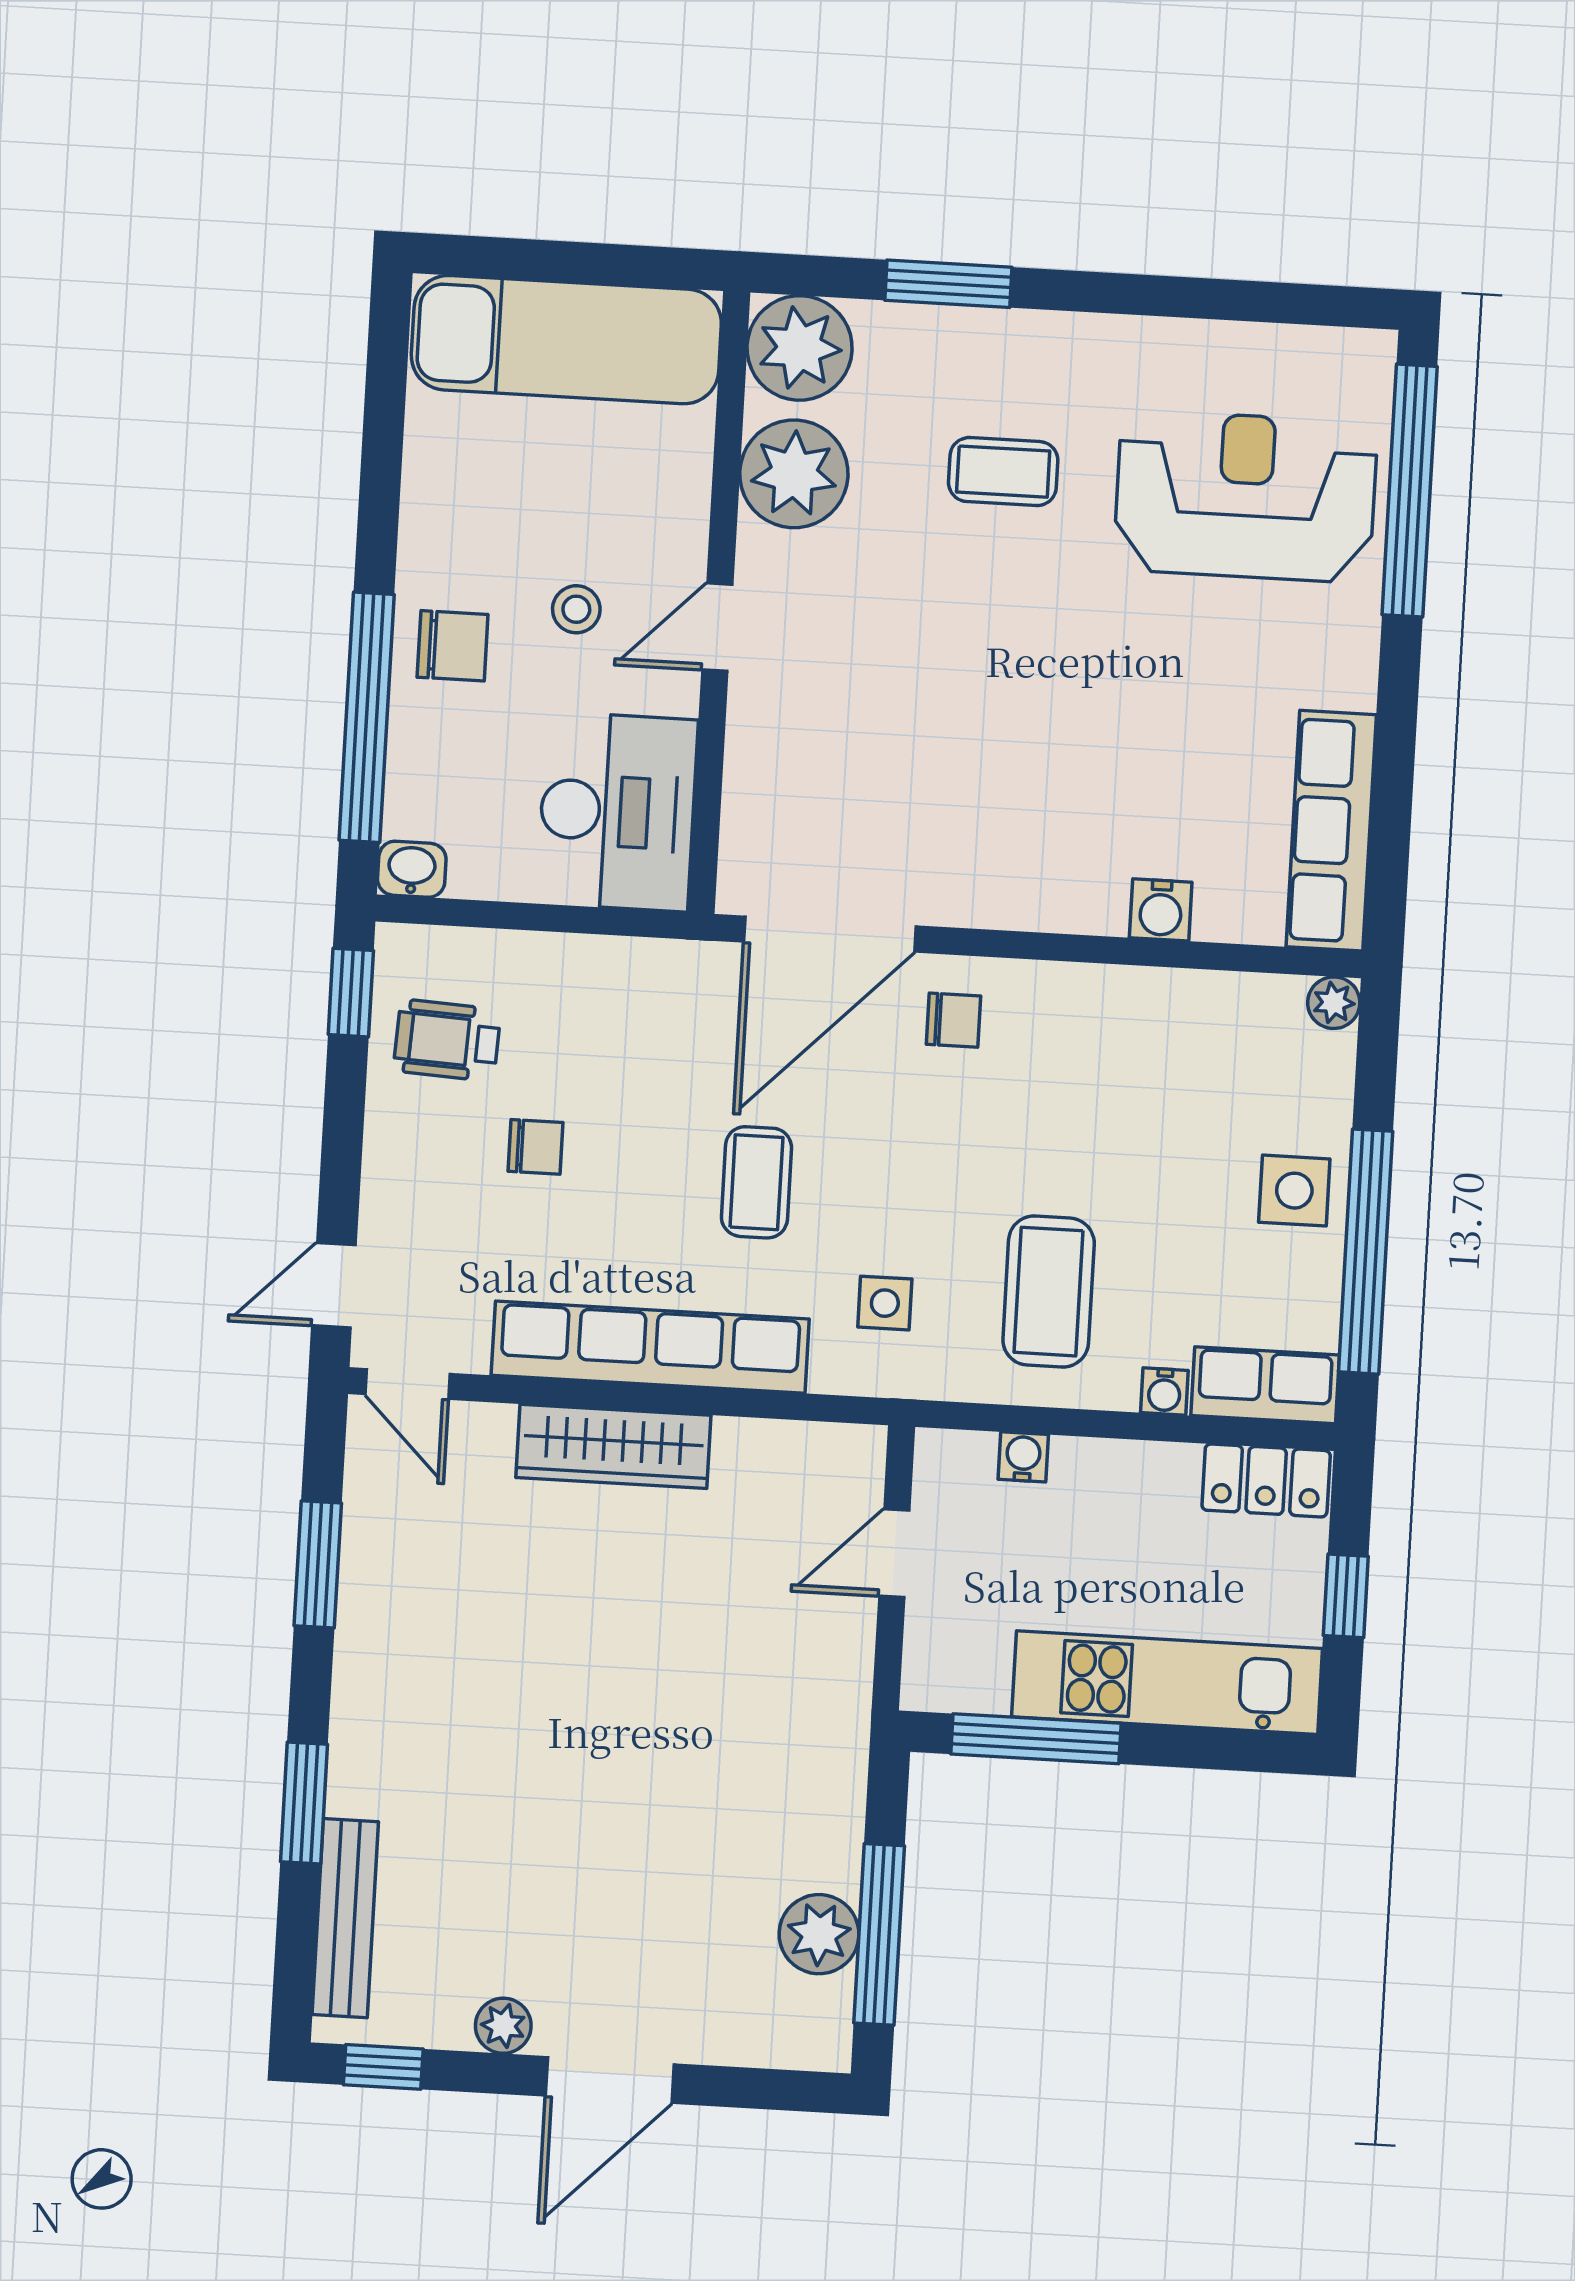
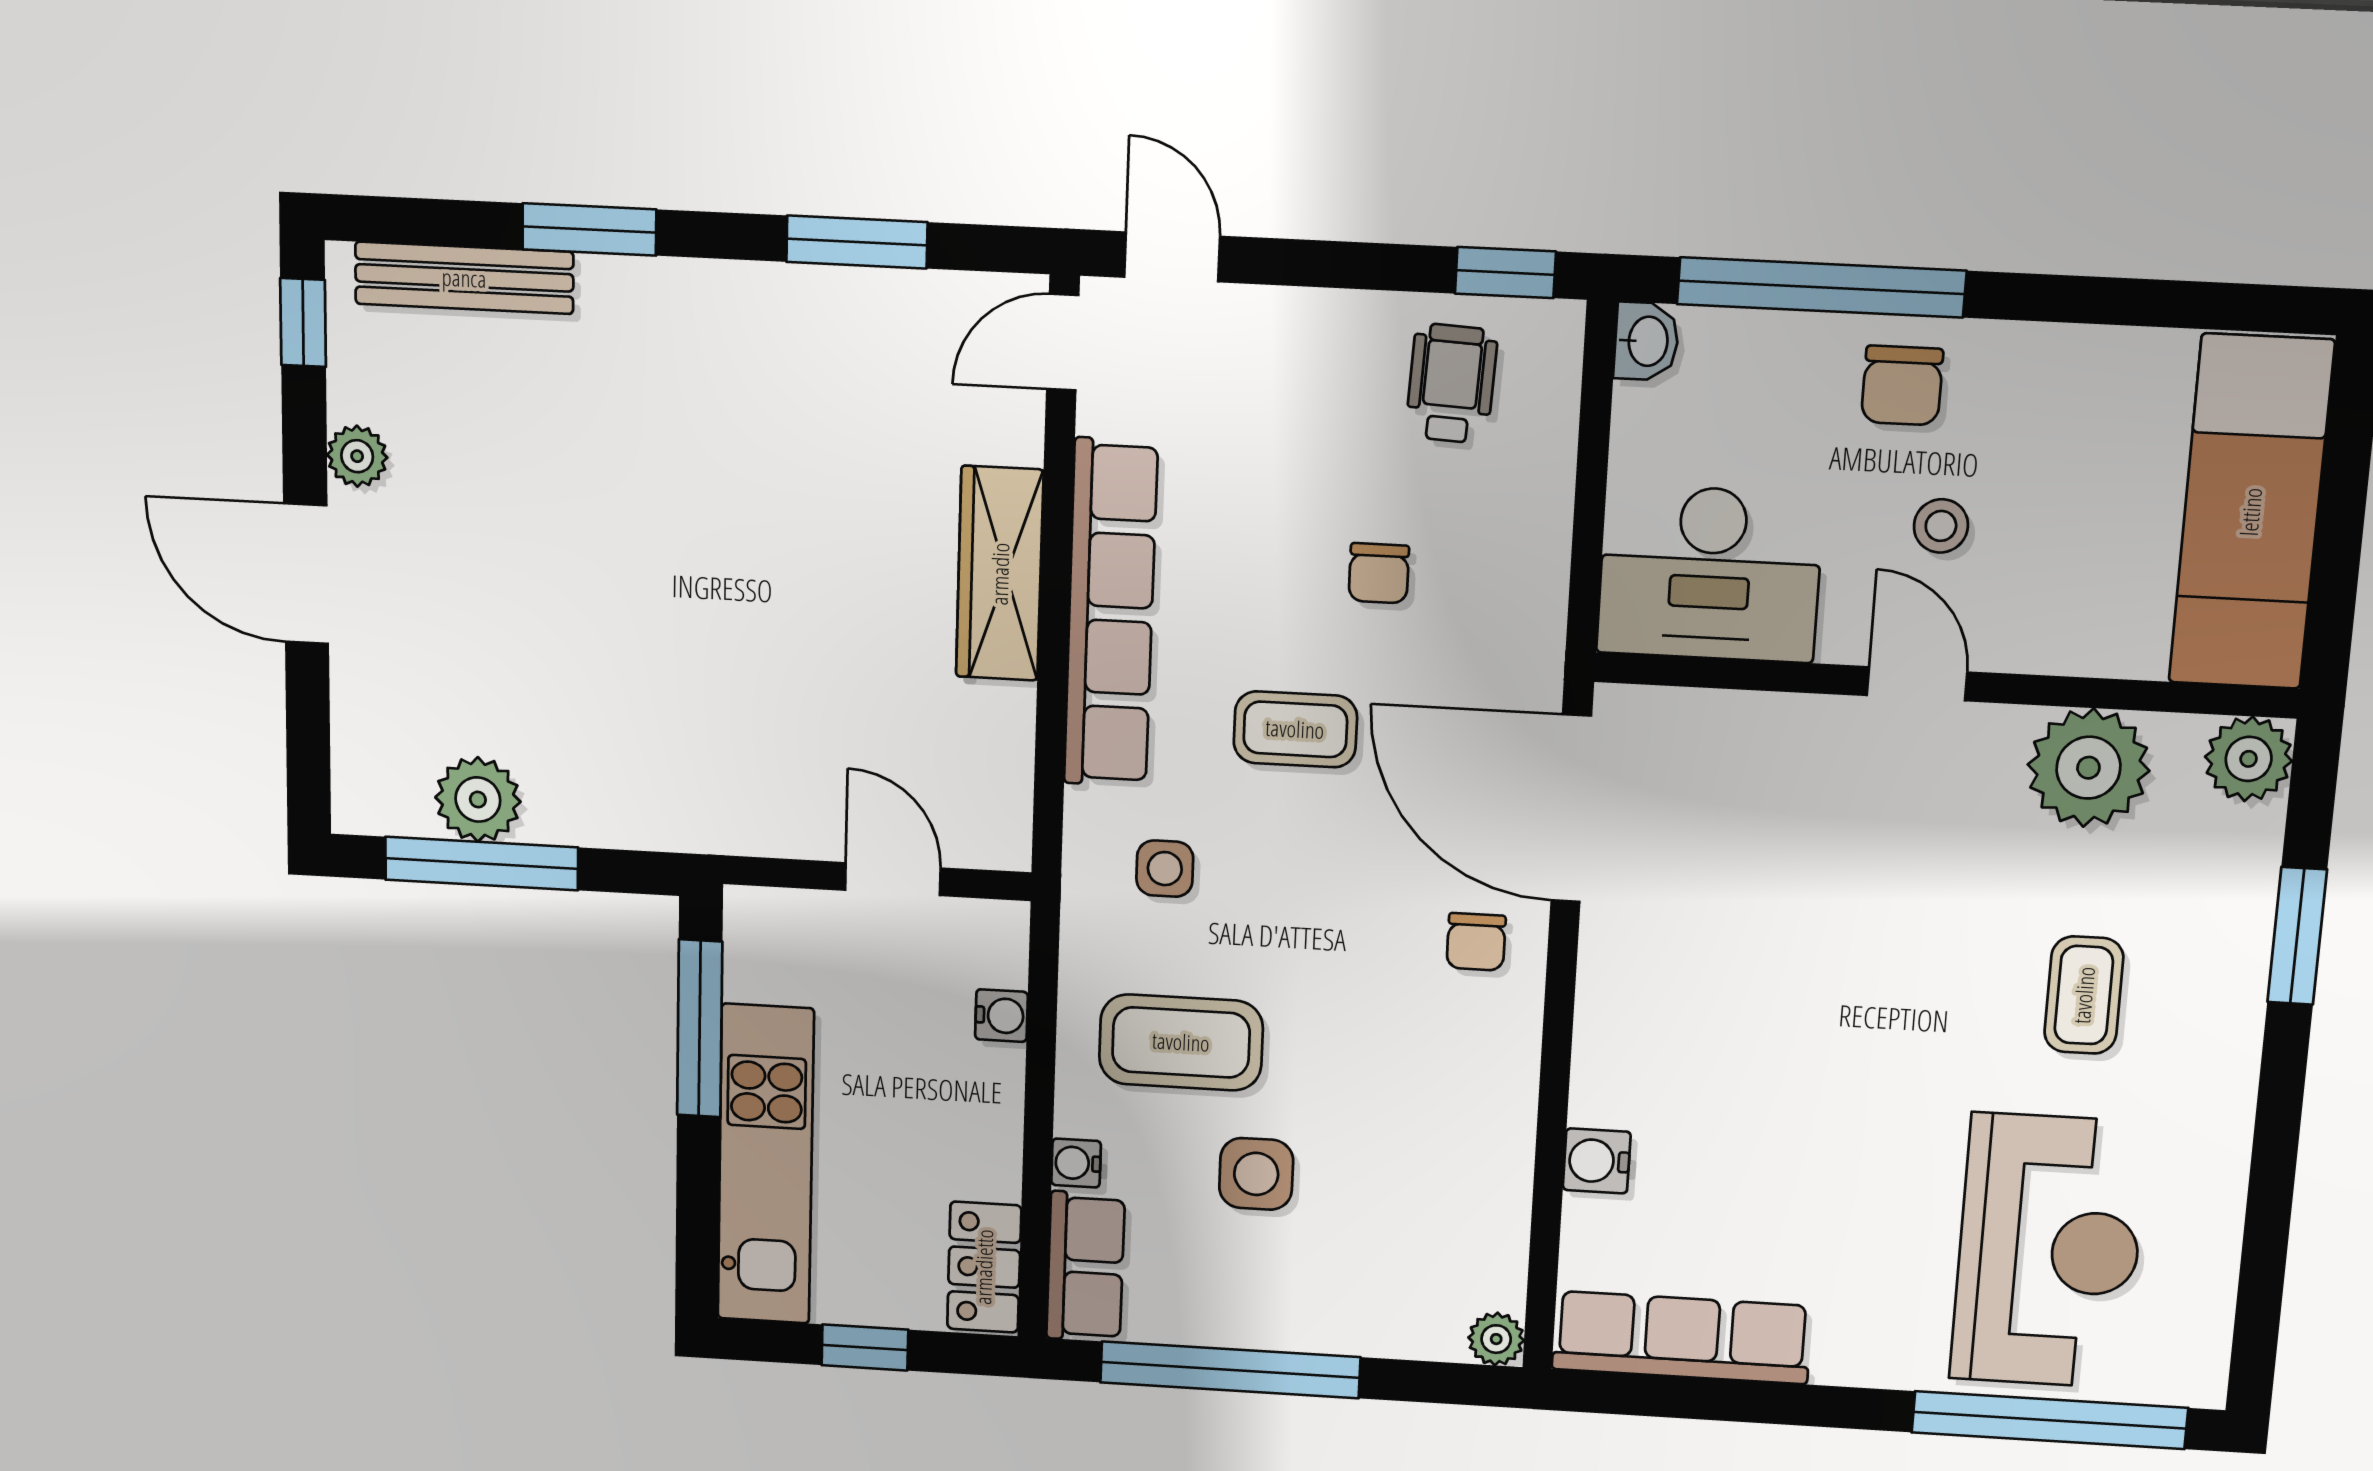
plant: (800, 348) -> (2249, 759), width x0.73, depth x0.73
chair: (536, 1147) -> (1379, 573), moved
side table: (1294, 1191) -> (1256, 1174), moved

